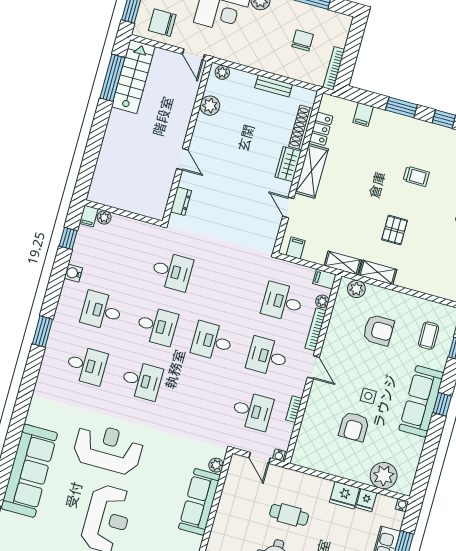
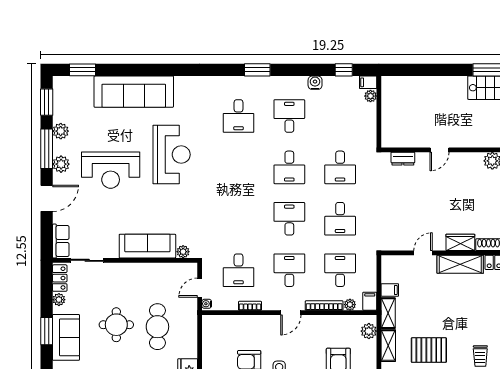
pallet: (395, 230) -> (429, 350), width x1.50, depth x1.42
filing cabinet: (296, 248) -> (390, 290), moved
desk: (142, 381) -> (340, 219), moved
cafe table: (289, 515) -> (157, 327), width x1.37, depth x1.35

